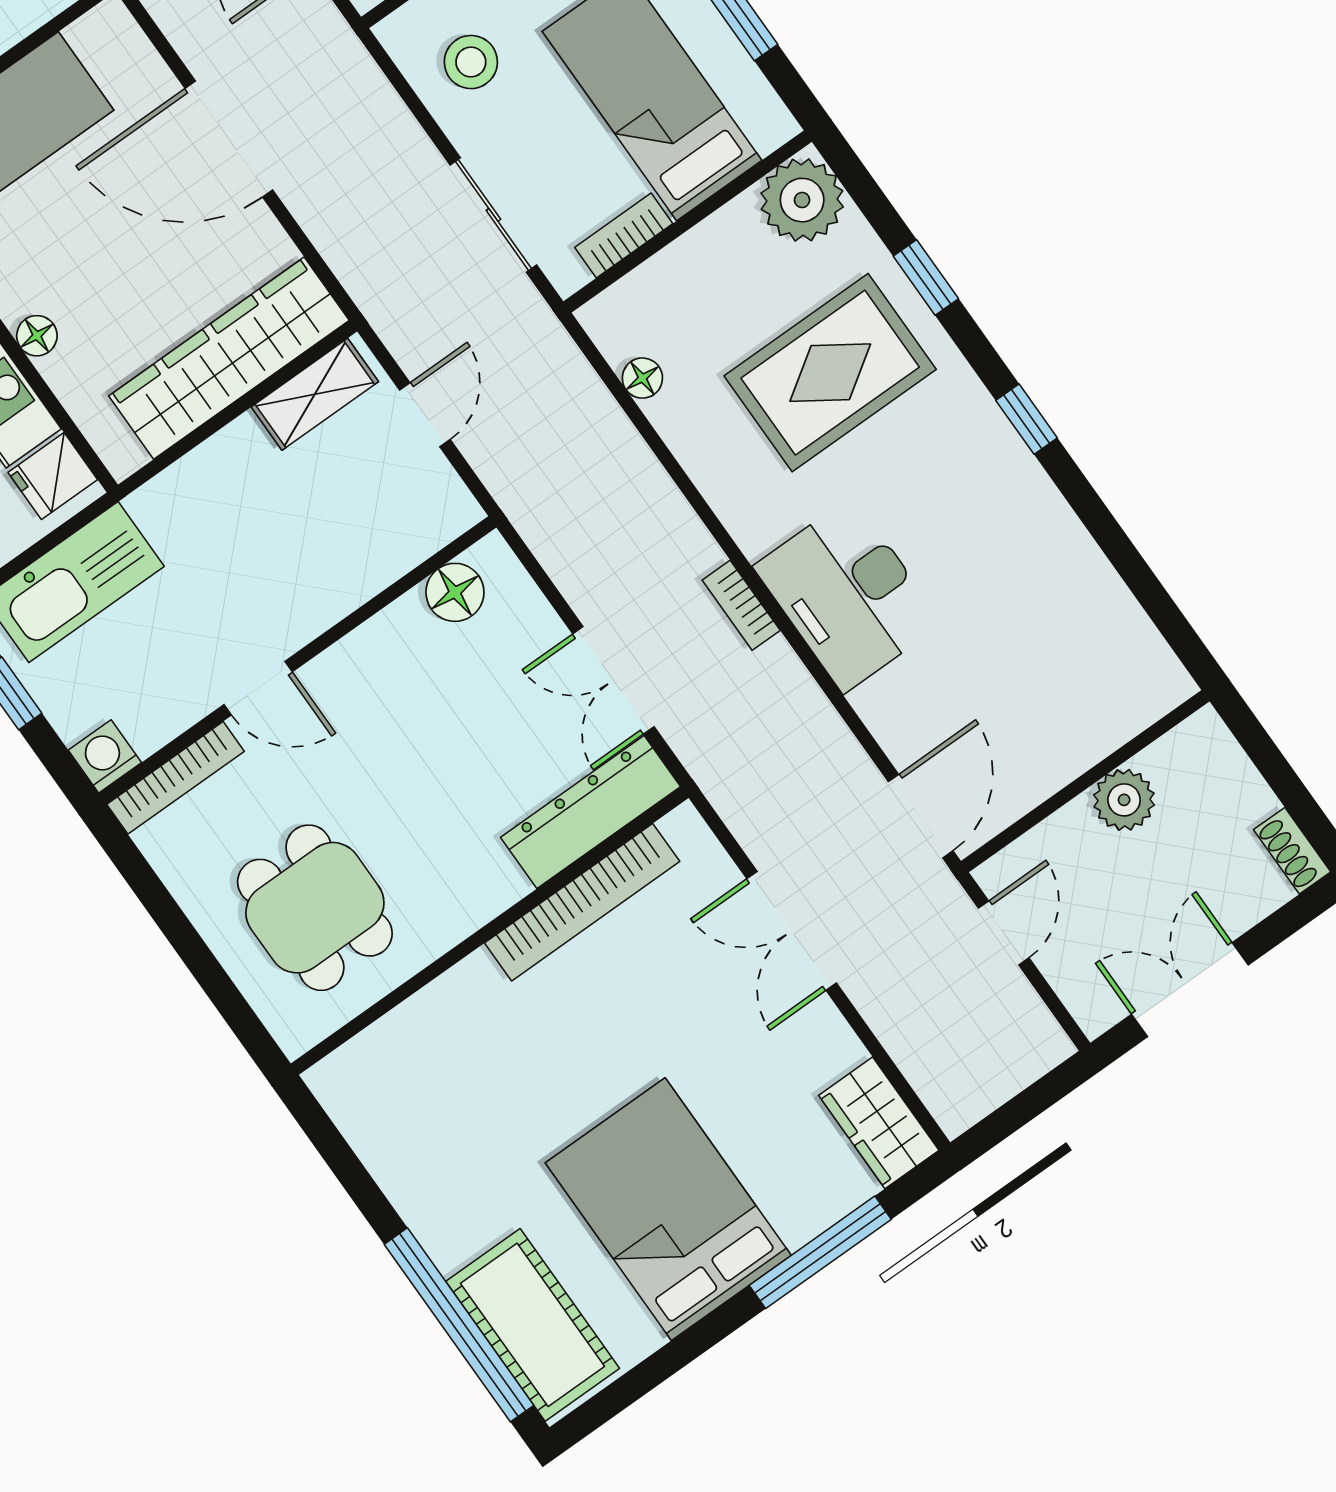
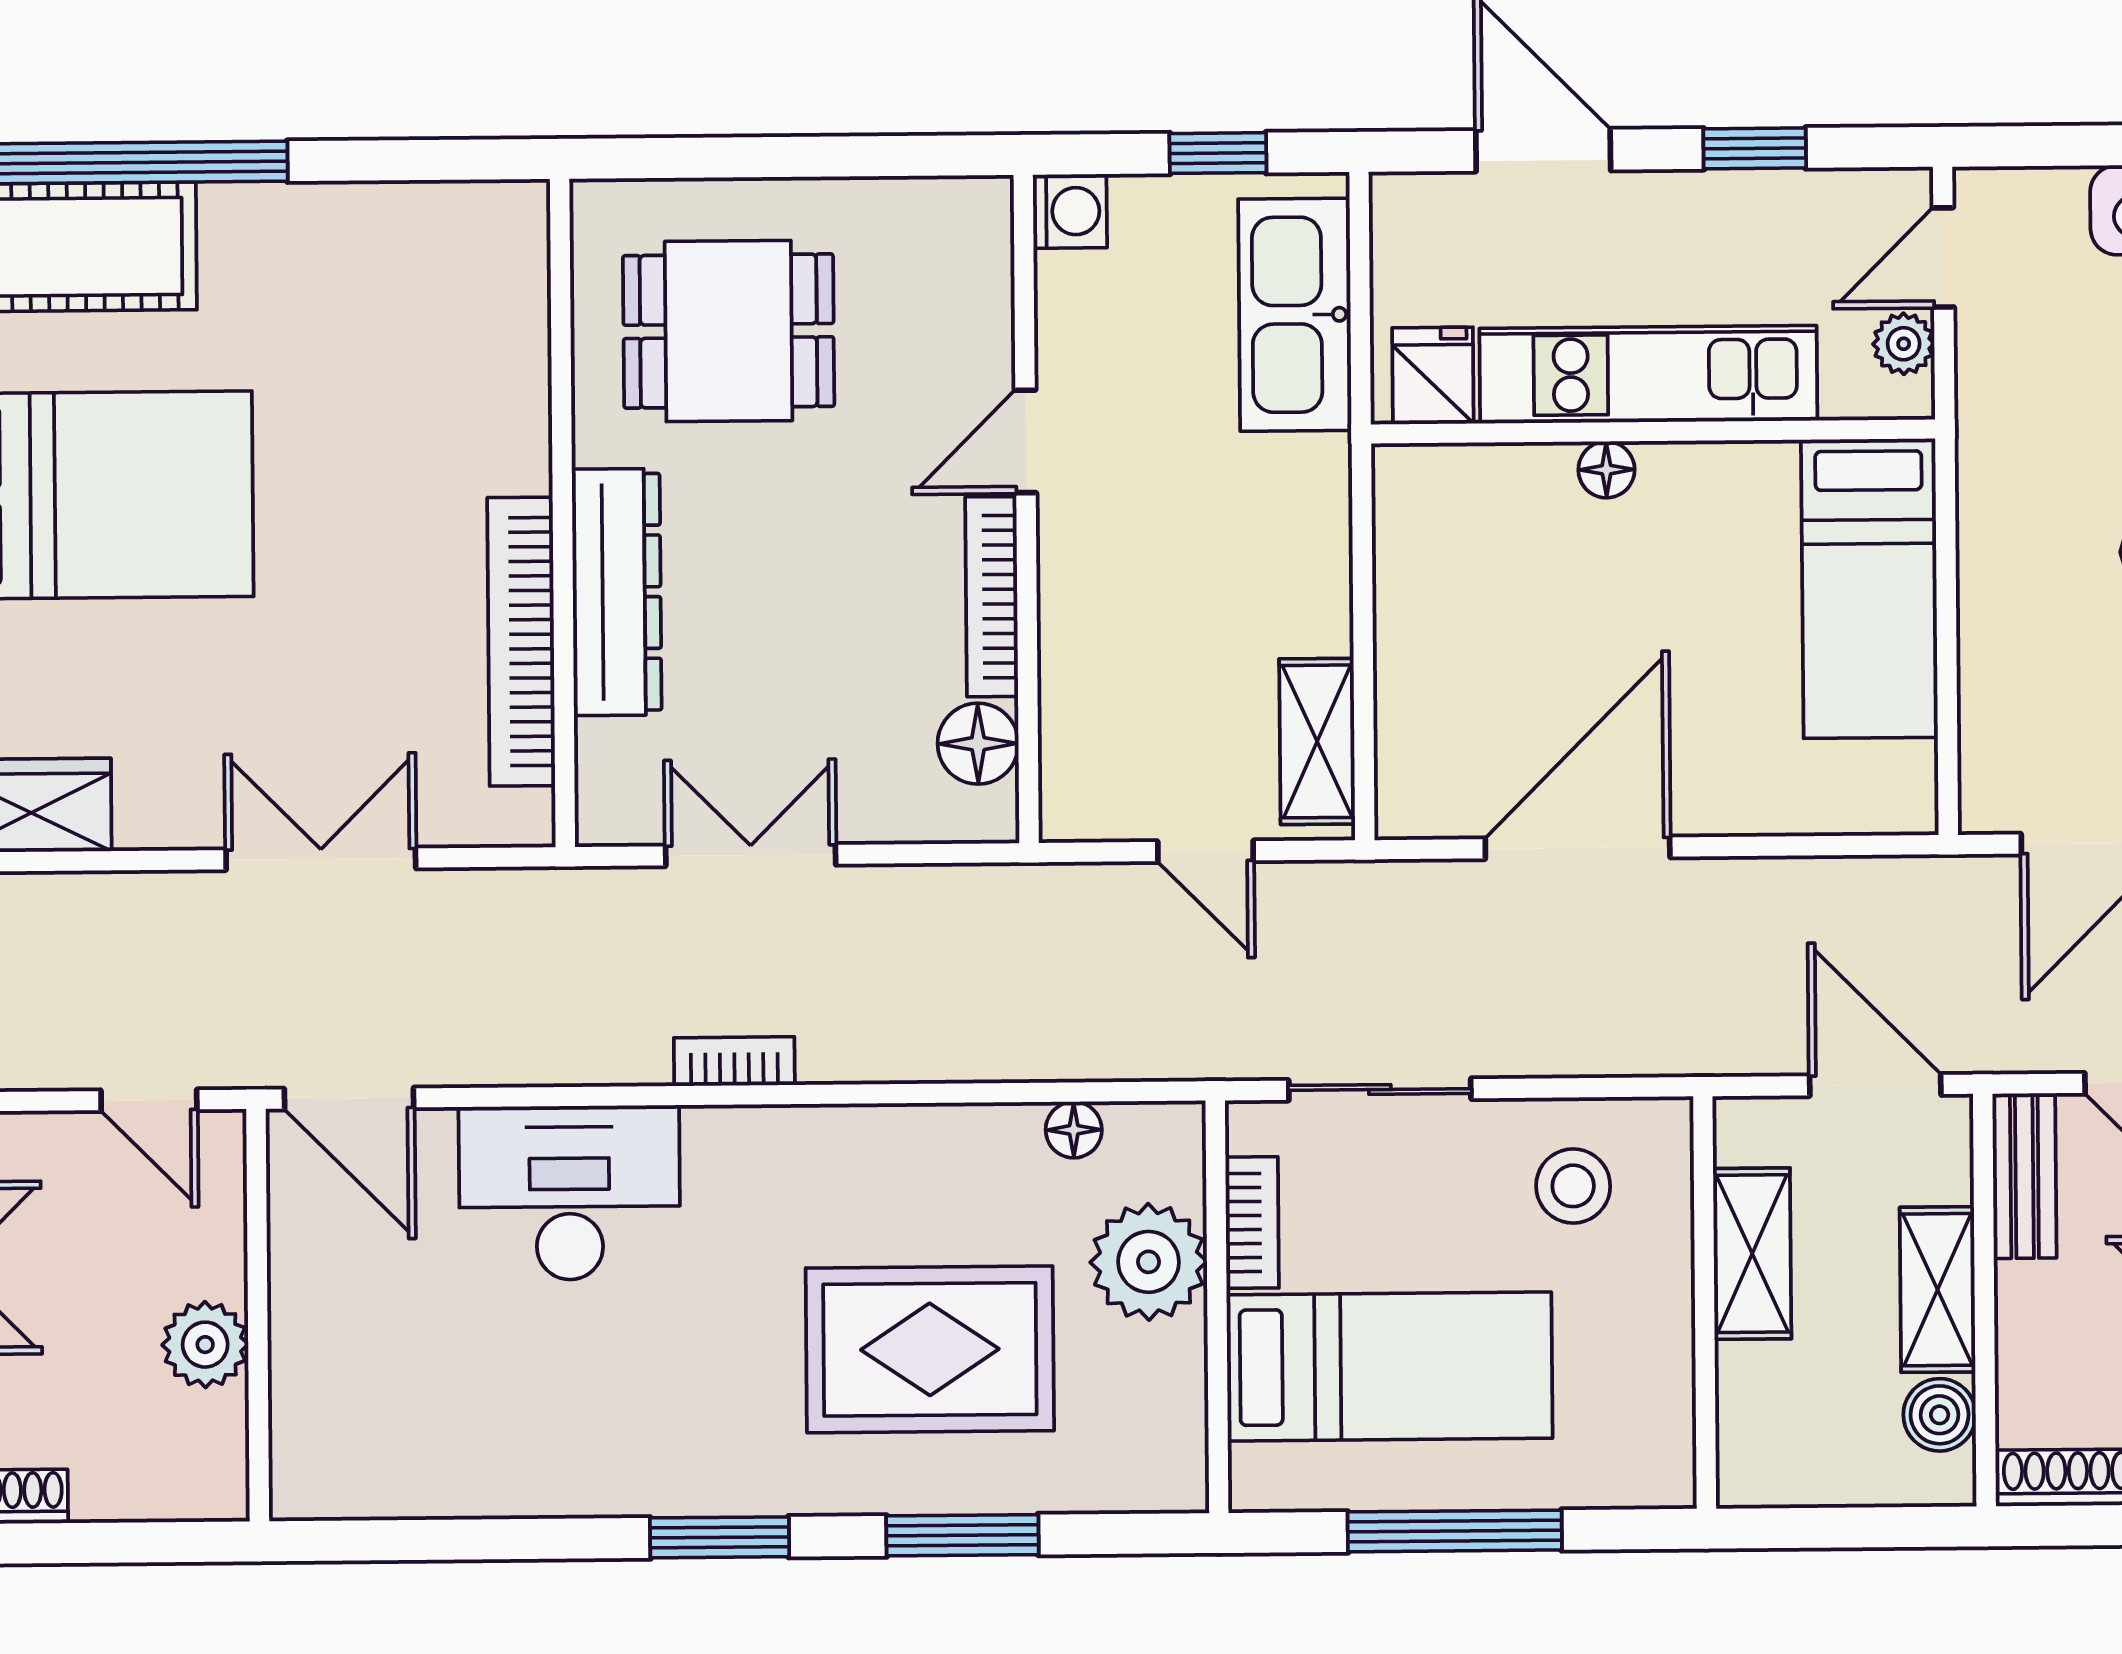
door: (229, 139) -> (1578, 848), moved
plant: (802, 200) -> (1149, 1262), moved
window: (926, 277) -> (962, 1535), width x1.50
wardrobe: (229, 358) -> (1427, 672), removed
rug: (830, 373) -> (930, 1349), turned 90
window: (1027, 419) -> (720, 1537), width x1.50
desk: (848, 595) -> (570, 1193), moved
bookcase: (175, 778) -> (992, 597), moved
dresser: (591, 812) -> (617, 592), moved

